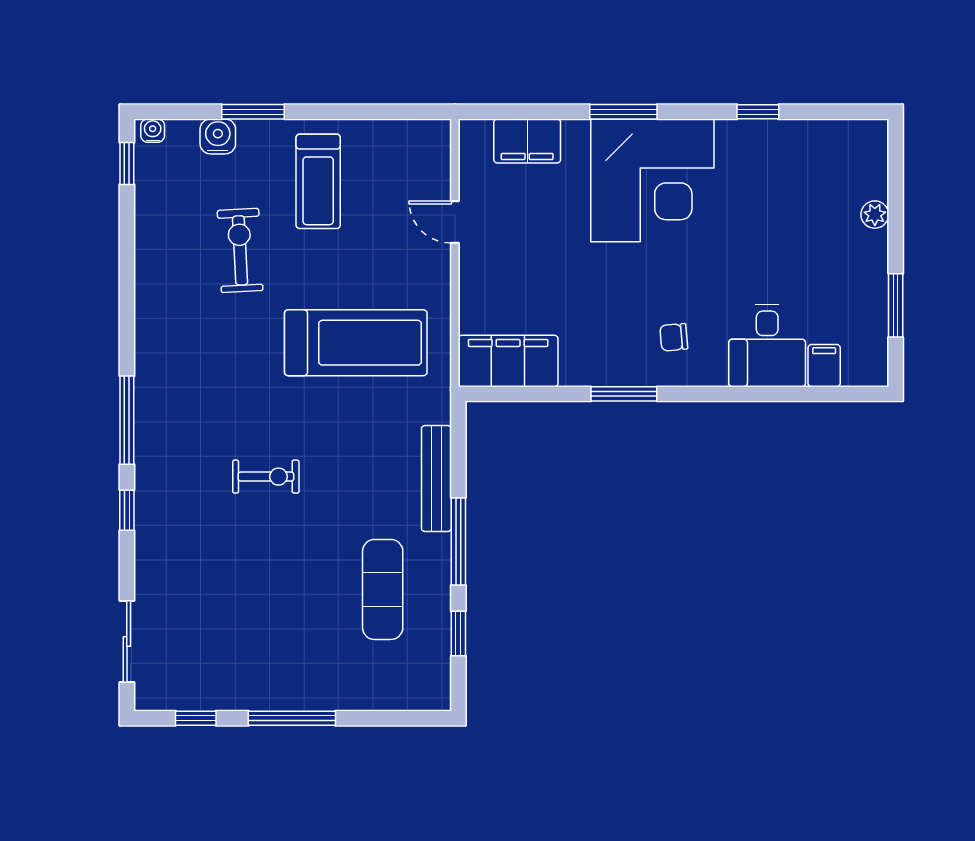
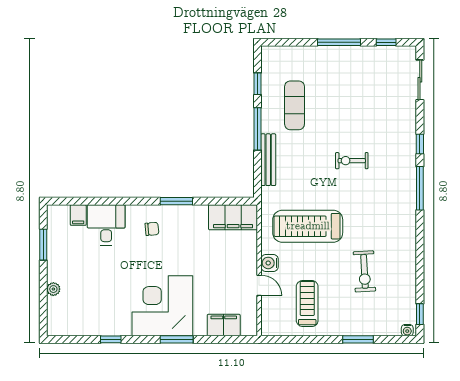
water cooler: (218, 136) -> (270, 263), moved, turned 90
treadmill: (318, 181) -> (307, 304), moved

